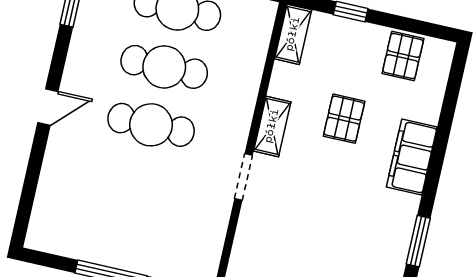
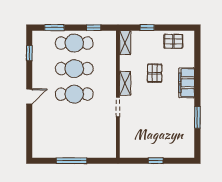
pallet: (403, 56) -> (173, 41), turned 90

